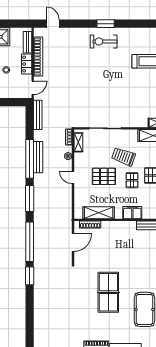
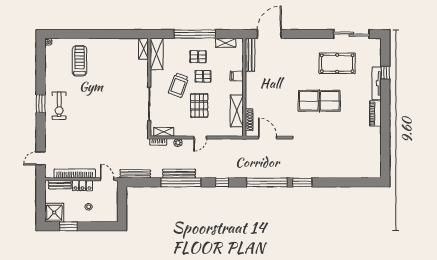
window: (30, 199) -> (222, 182), width x0.46
filing cabinet: (132, 213) -> (237, 76), width x0.50

